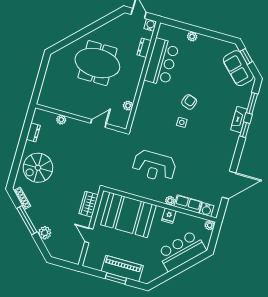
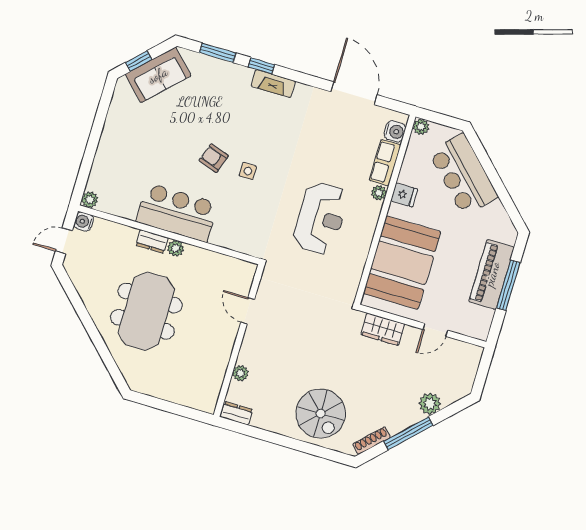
plant: (192, 37) -> (90, 200), moved
dresser: (144, 48) -> (152, 241), moved
bar counter: (162, 62) -> (177, 213), moved
plant: (128, 106) -> (176, 248), moved
fireplace: (239, 120) -> (273, 84), moved
dresser: (33, 132) -> (236, 413), moved
window: (116, 278) -> (508, 285), width x1.44

